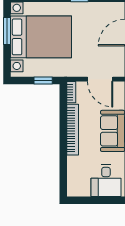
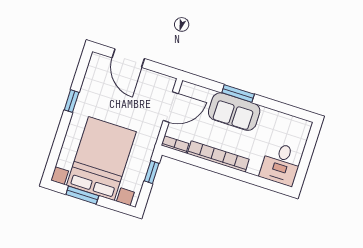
desk: (106, 181) -> (281, 164), moved, turned 90

